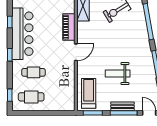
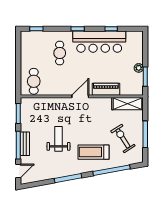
door: (76, 52) -> (80, 96), swing flipped
treadmill: (89, 93) -> (93, 152), moved, turned 180
cafe table: (31, 97) -> (34, 81), moved

